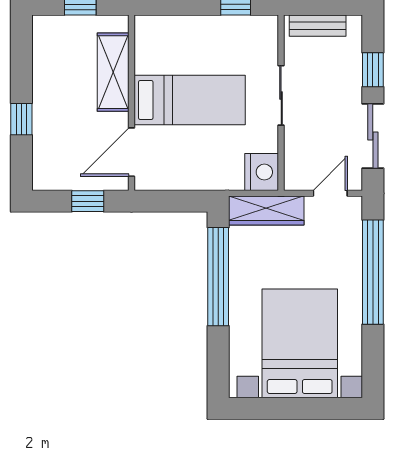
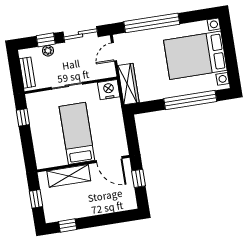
plant: (352, 71) -> (48, 51), added
window: (21, 119) -> (68, 225), moved
door: (330, 193) -> (114, 52), hinge flipped
window: (218, 277) -> (190, 100), moved

